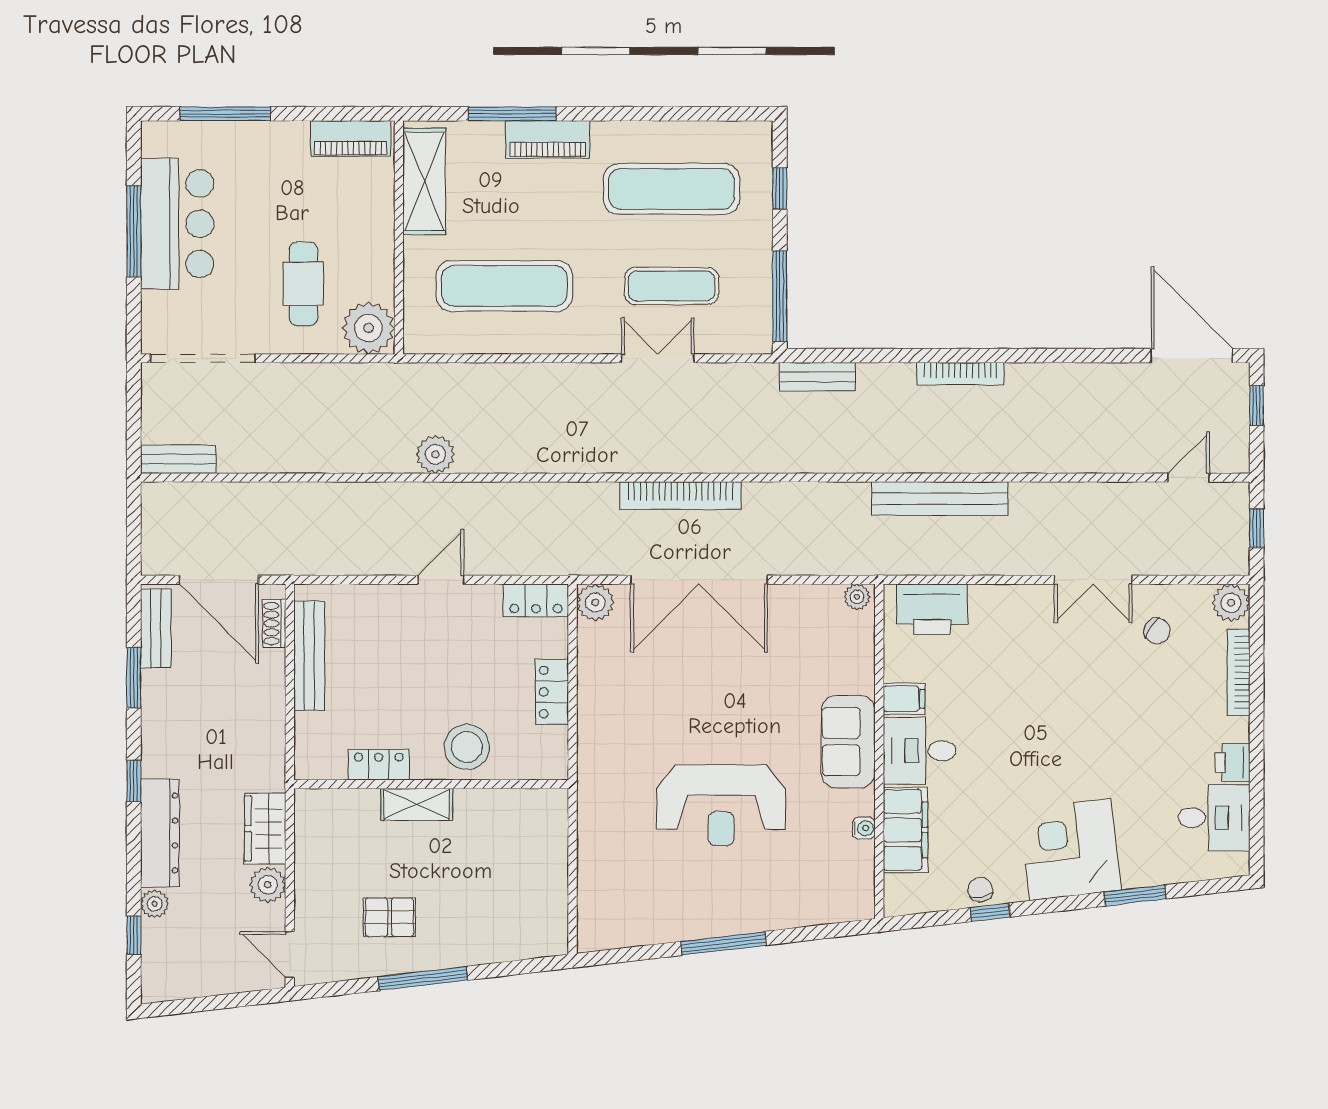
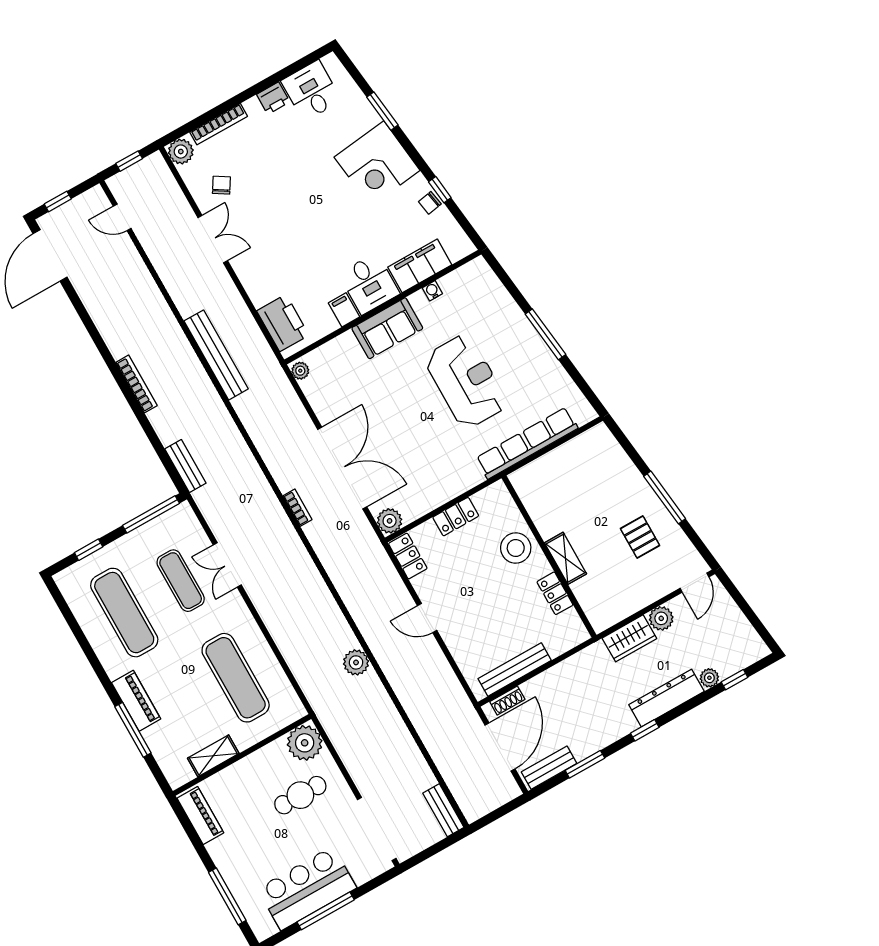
shelving: (424, 181) -> (213, 756), width x0.67, depth x0.75
bookcase: (680, 495) -> (298, 508), width x0.43, depth x0.76
row of seats: (595, 839) -> (527, 443), added

